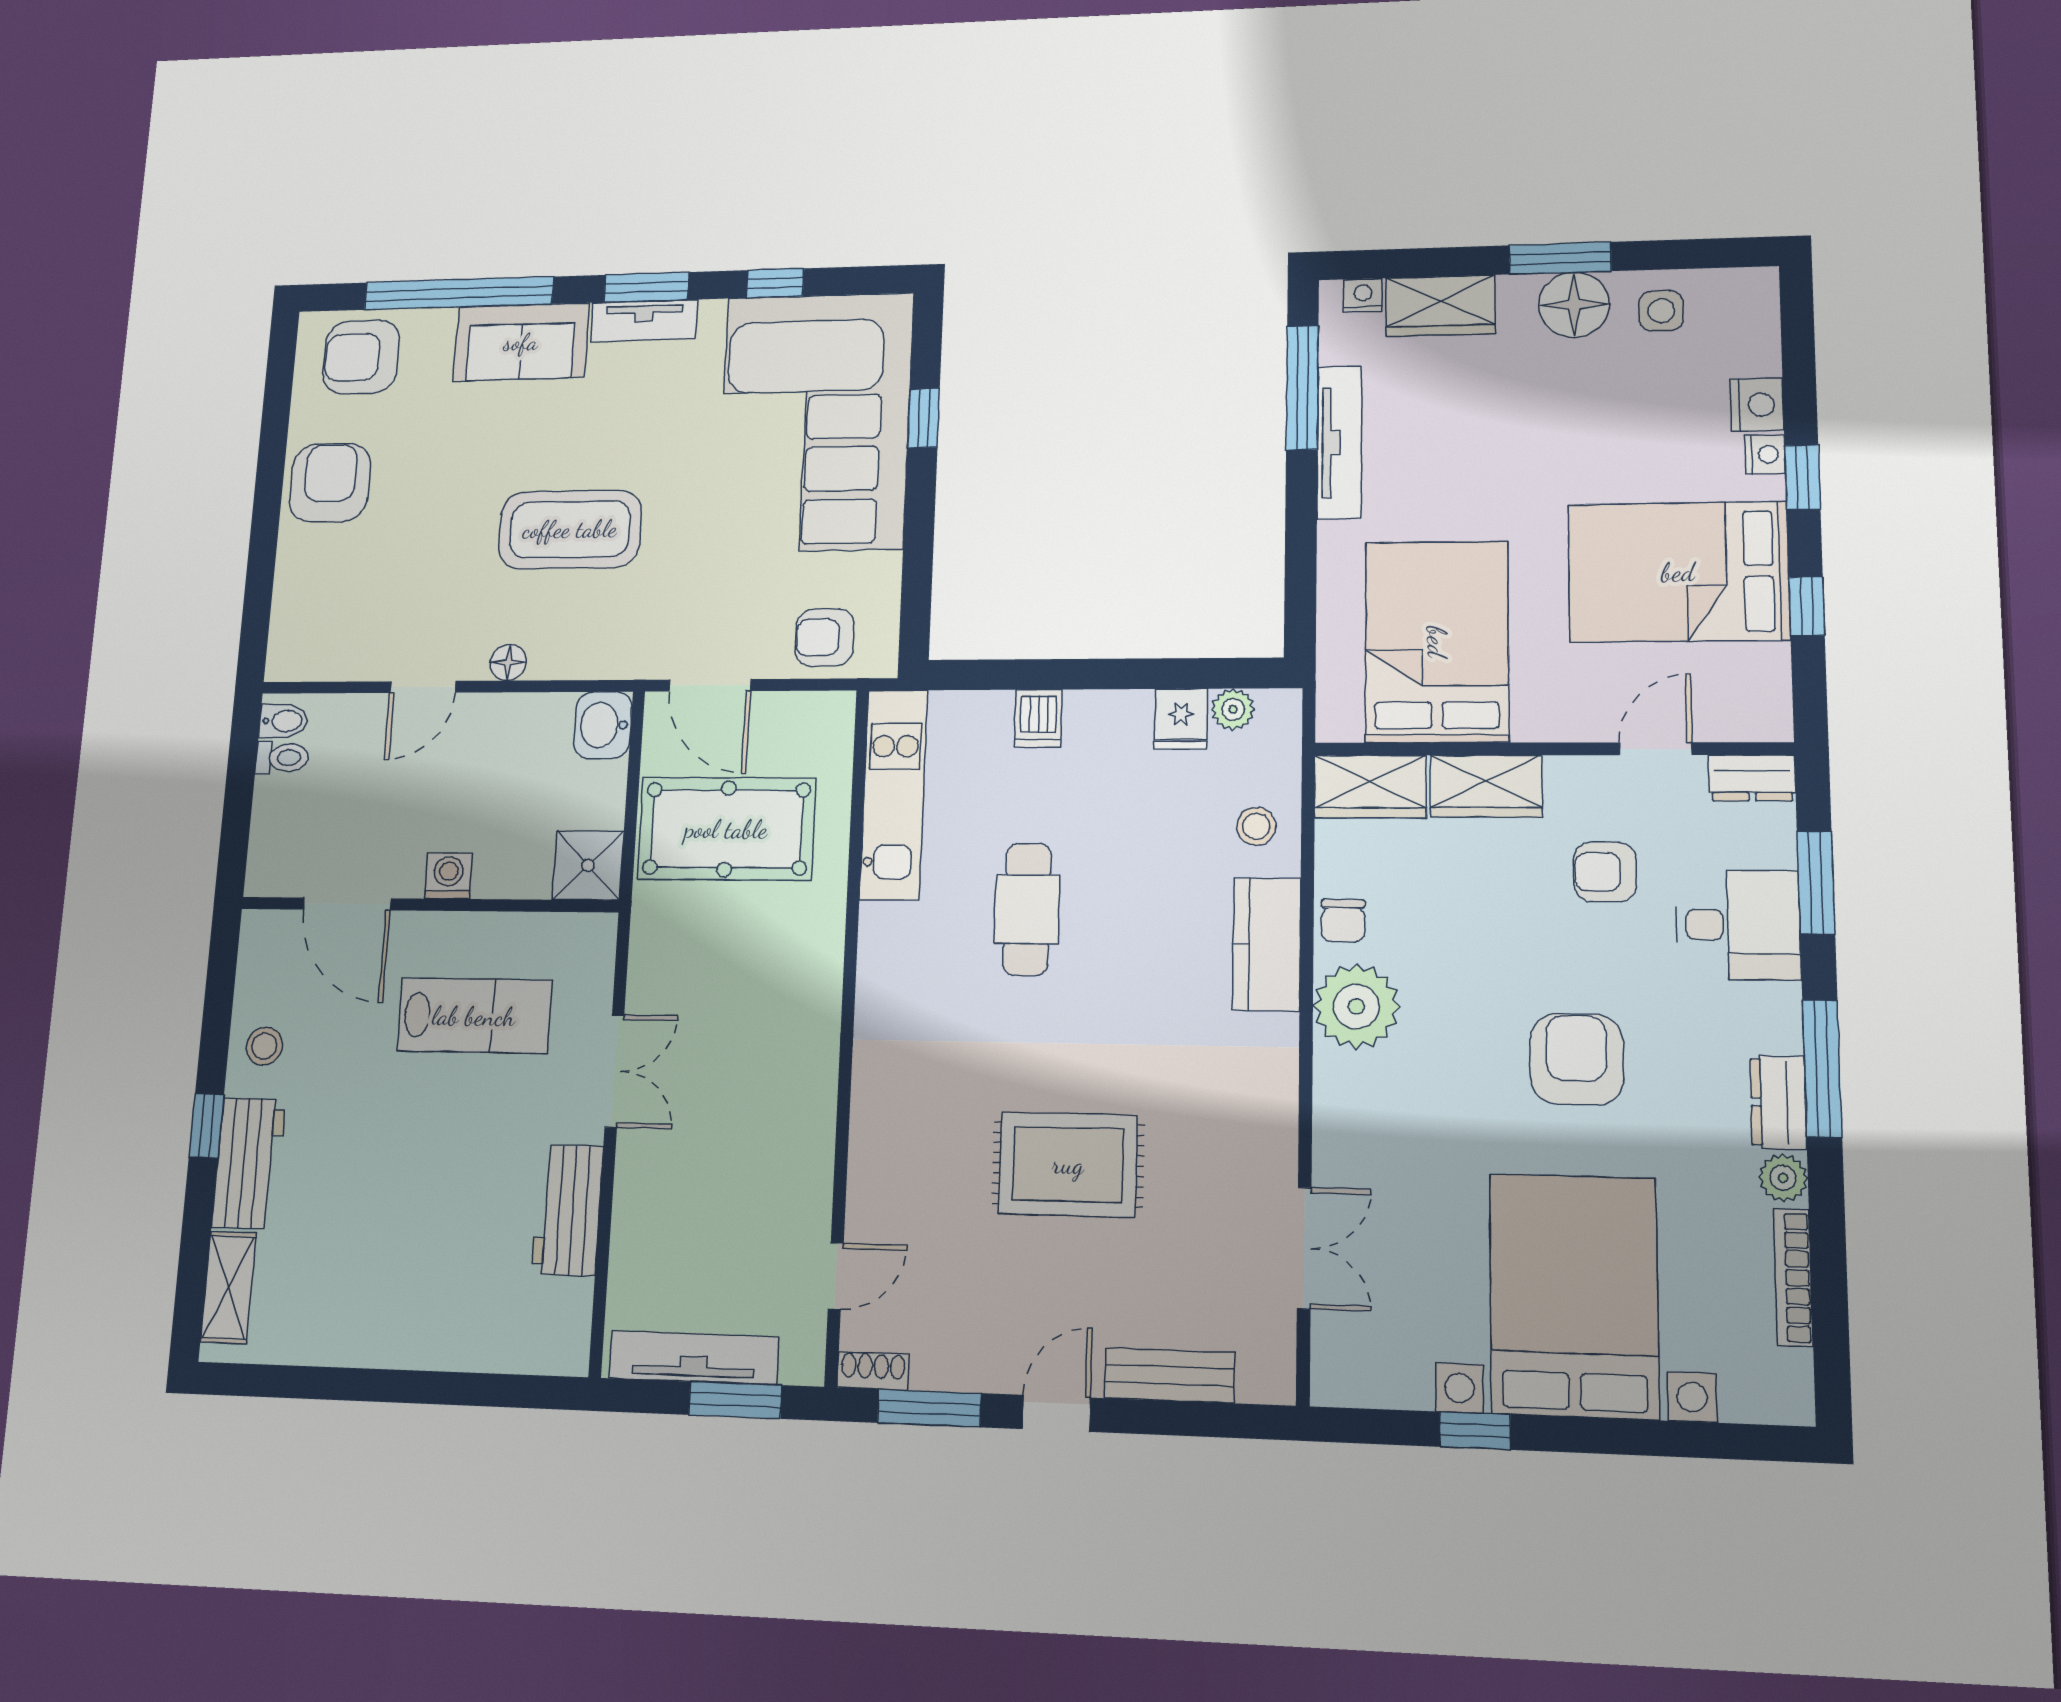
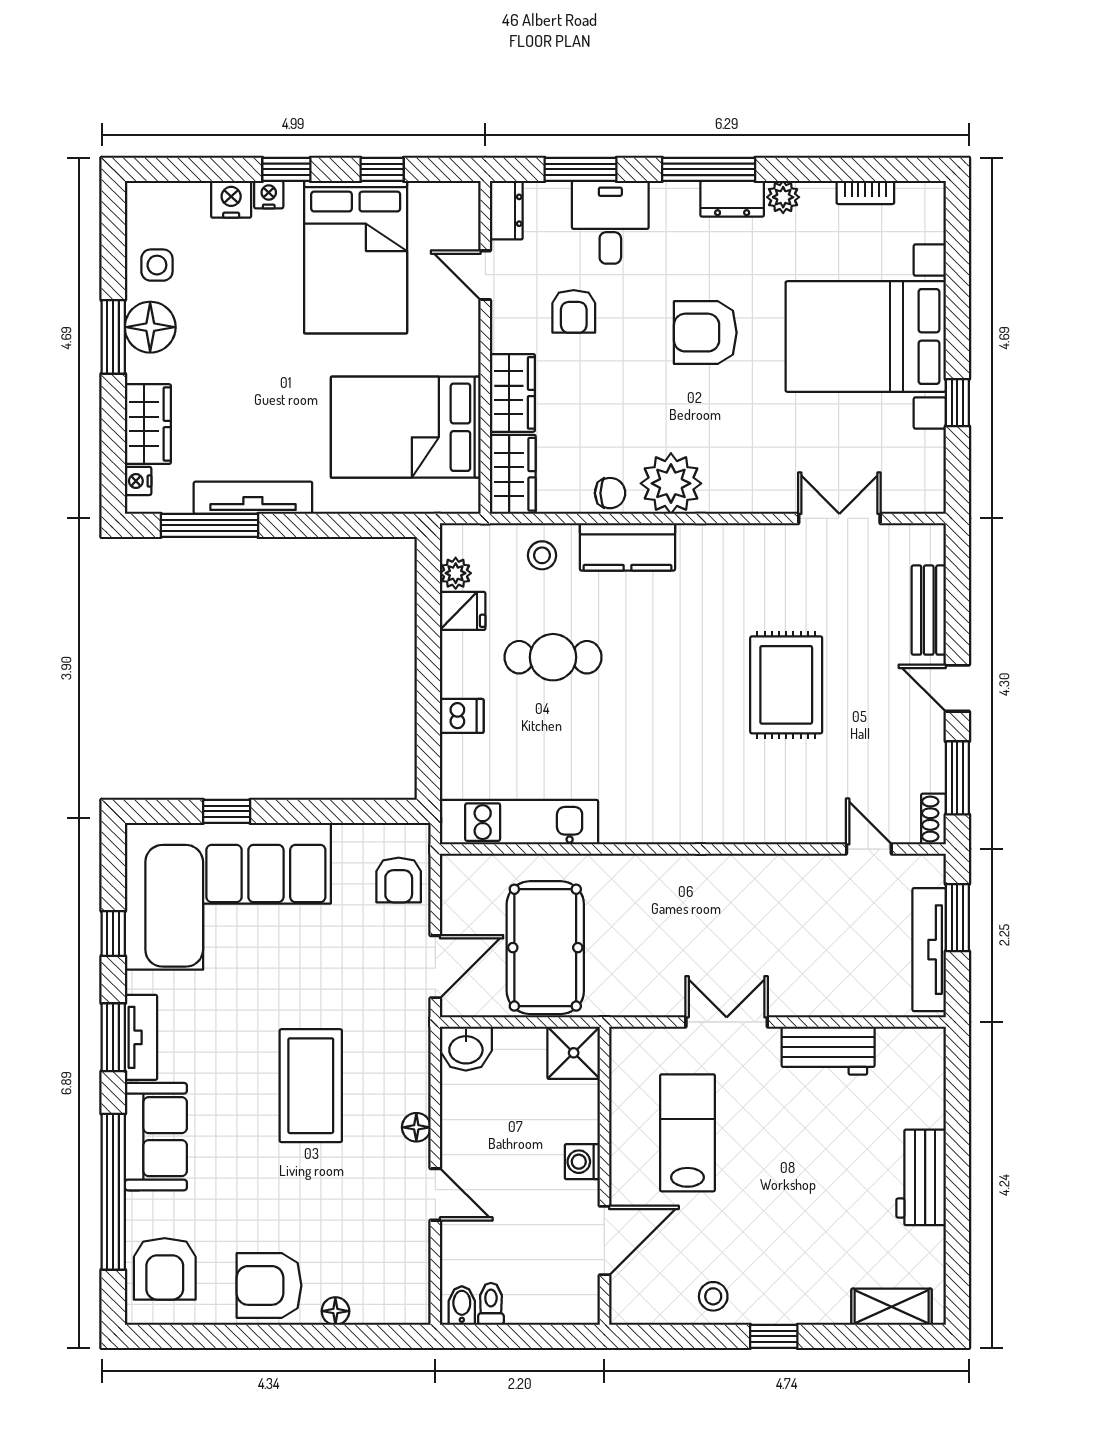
floor lamp: (292, 564) -> (335, 1311), added
cafe table: (1027, 909) -> (553, 657), moved
workbench: (249, 1163) -> (921, 1177), moved, turned -90
bookcase: (1793, 1278) -> (865, 192), width x0.64

